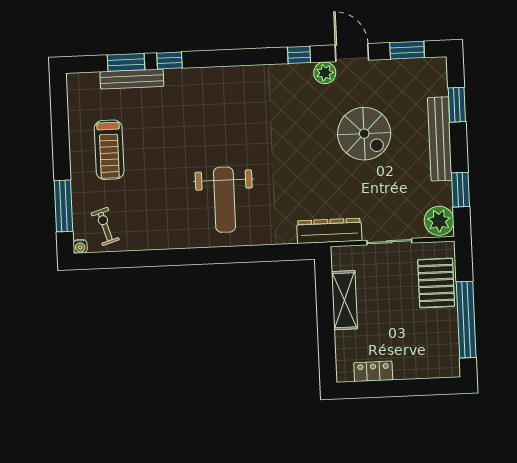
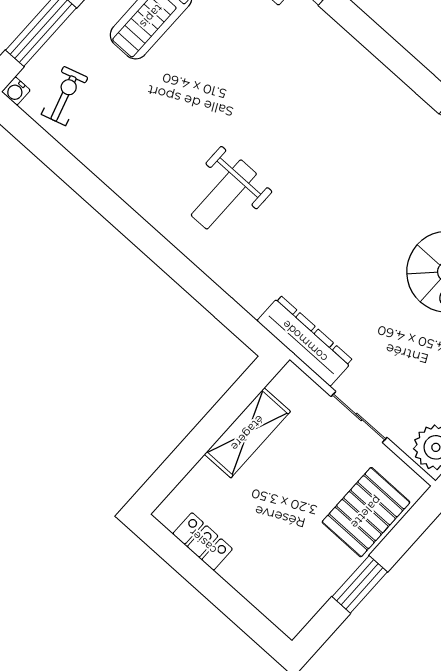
weight bench: (224, 200) -> (224, 194), width x0.73, depth x0.75
window: (466, 320) -> (360, 584), width x0.47

